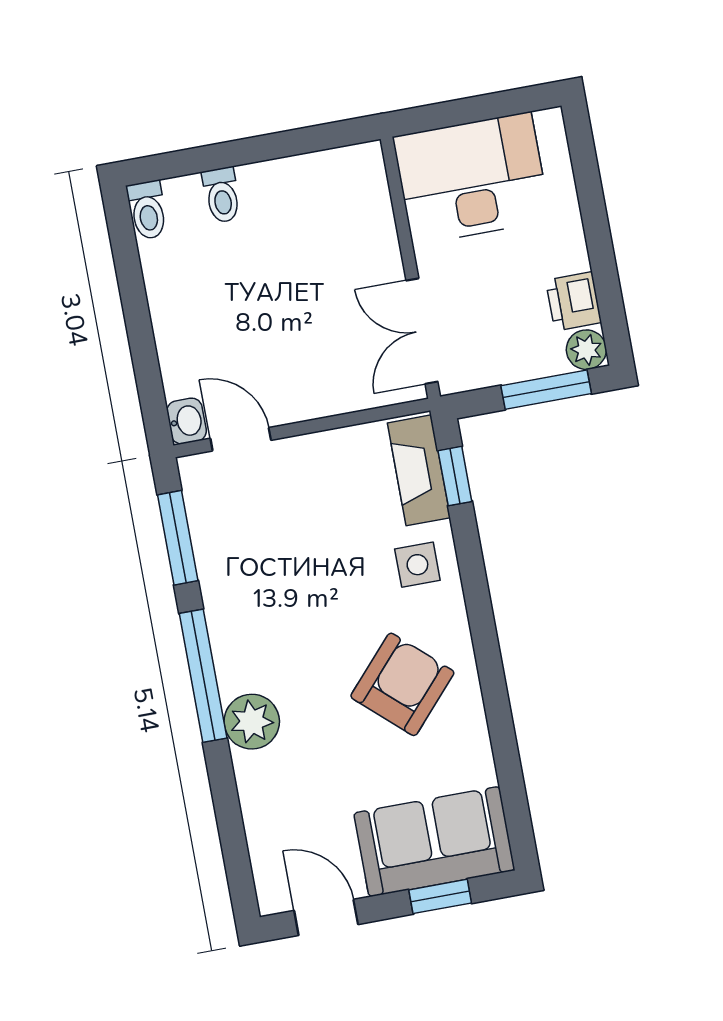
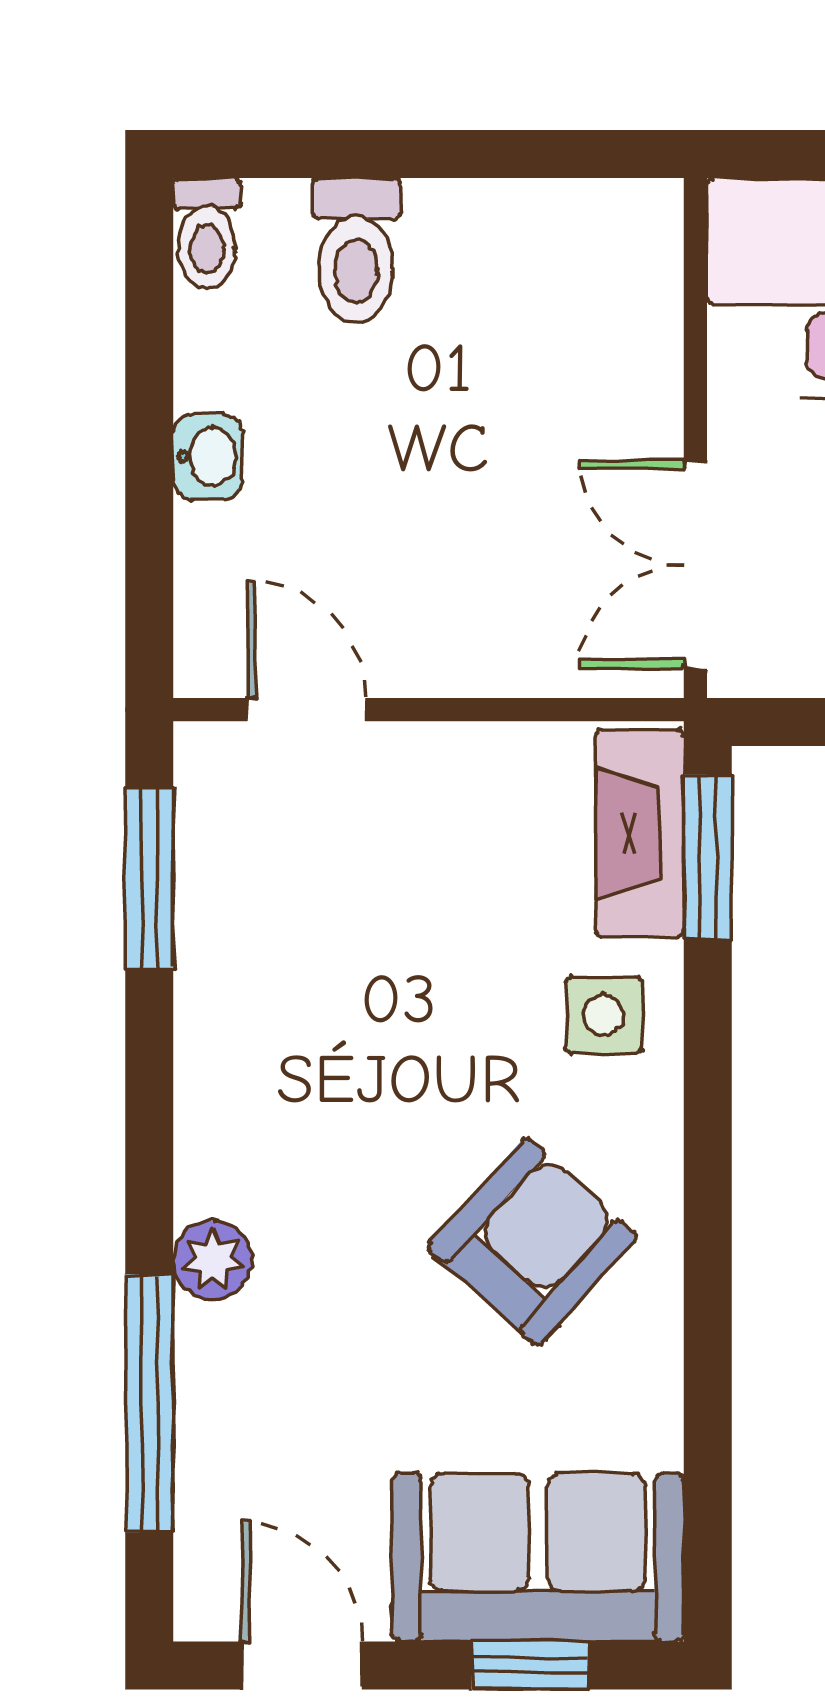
toilet: (222, 195) -> (356, 251), width x1.37, depth x1.39
washbasin: (187, 421) -> (208, 456), moved
window: (455, 476) -> (708, 857), width x1.50
window: (203, 676) -> (149, 1403), moved
plant: (252, 722) -> (213, 1260), width x0.73, depth x0.73

